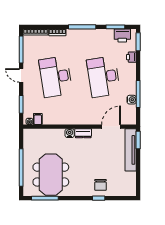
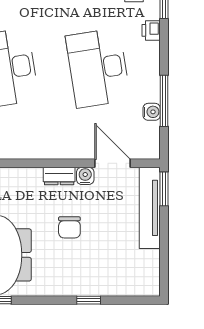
door: (111, 127) -> (112, 163), hinge flipped
water cooler: (70, 133) -> (85, 176), moved
chair: (100, 185) -> (69, 227), moved

